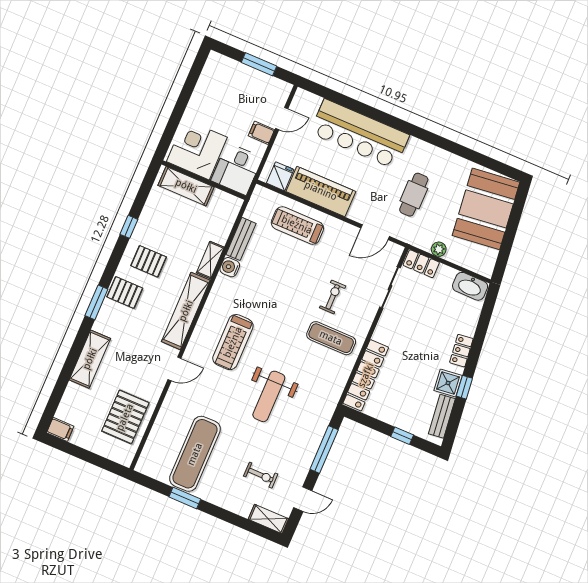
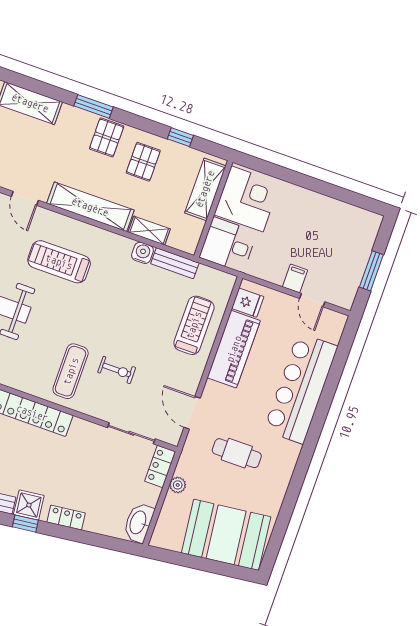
corner desk: (197, 149) -> (247, 199), moved
desk: (237, 169) -> (228, 245), moved
wall: (204, 180) -> (213, 209), moved
shelving: (186, 186) -> (205, 189), moved

